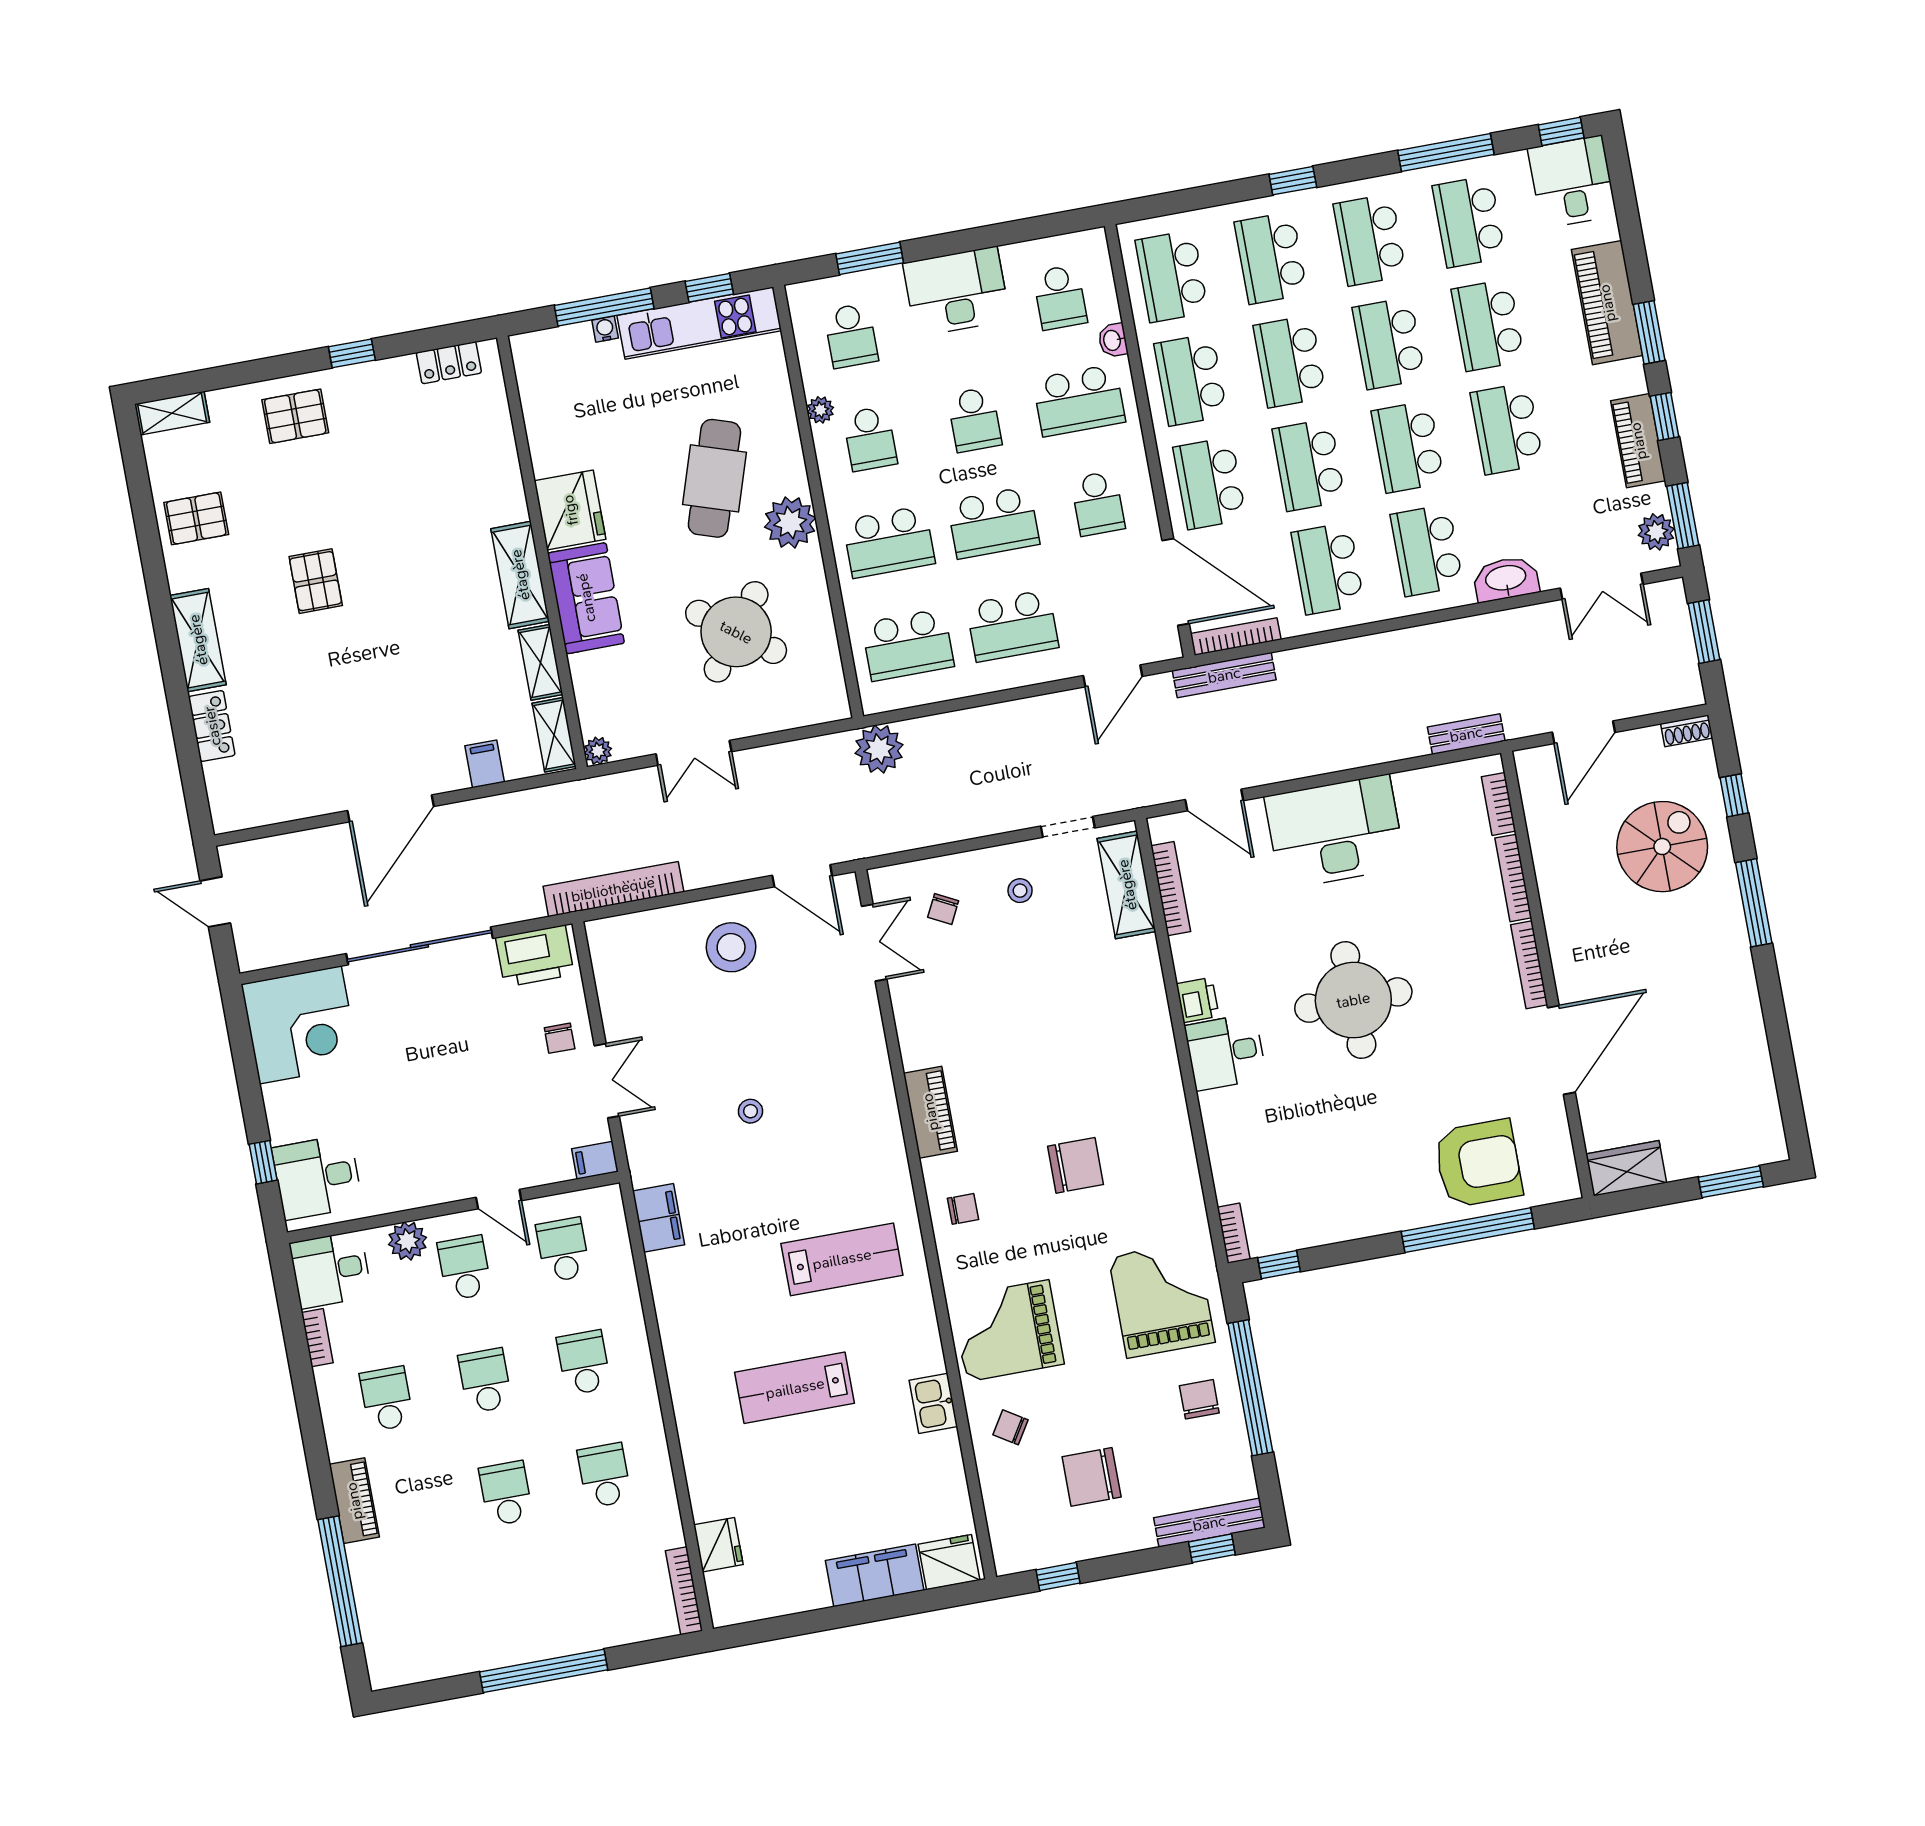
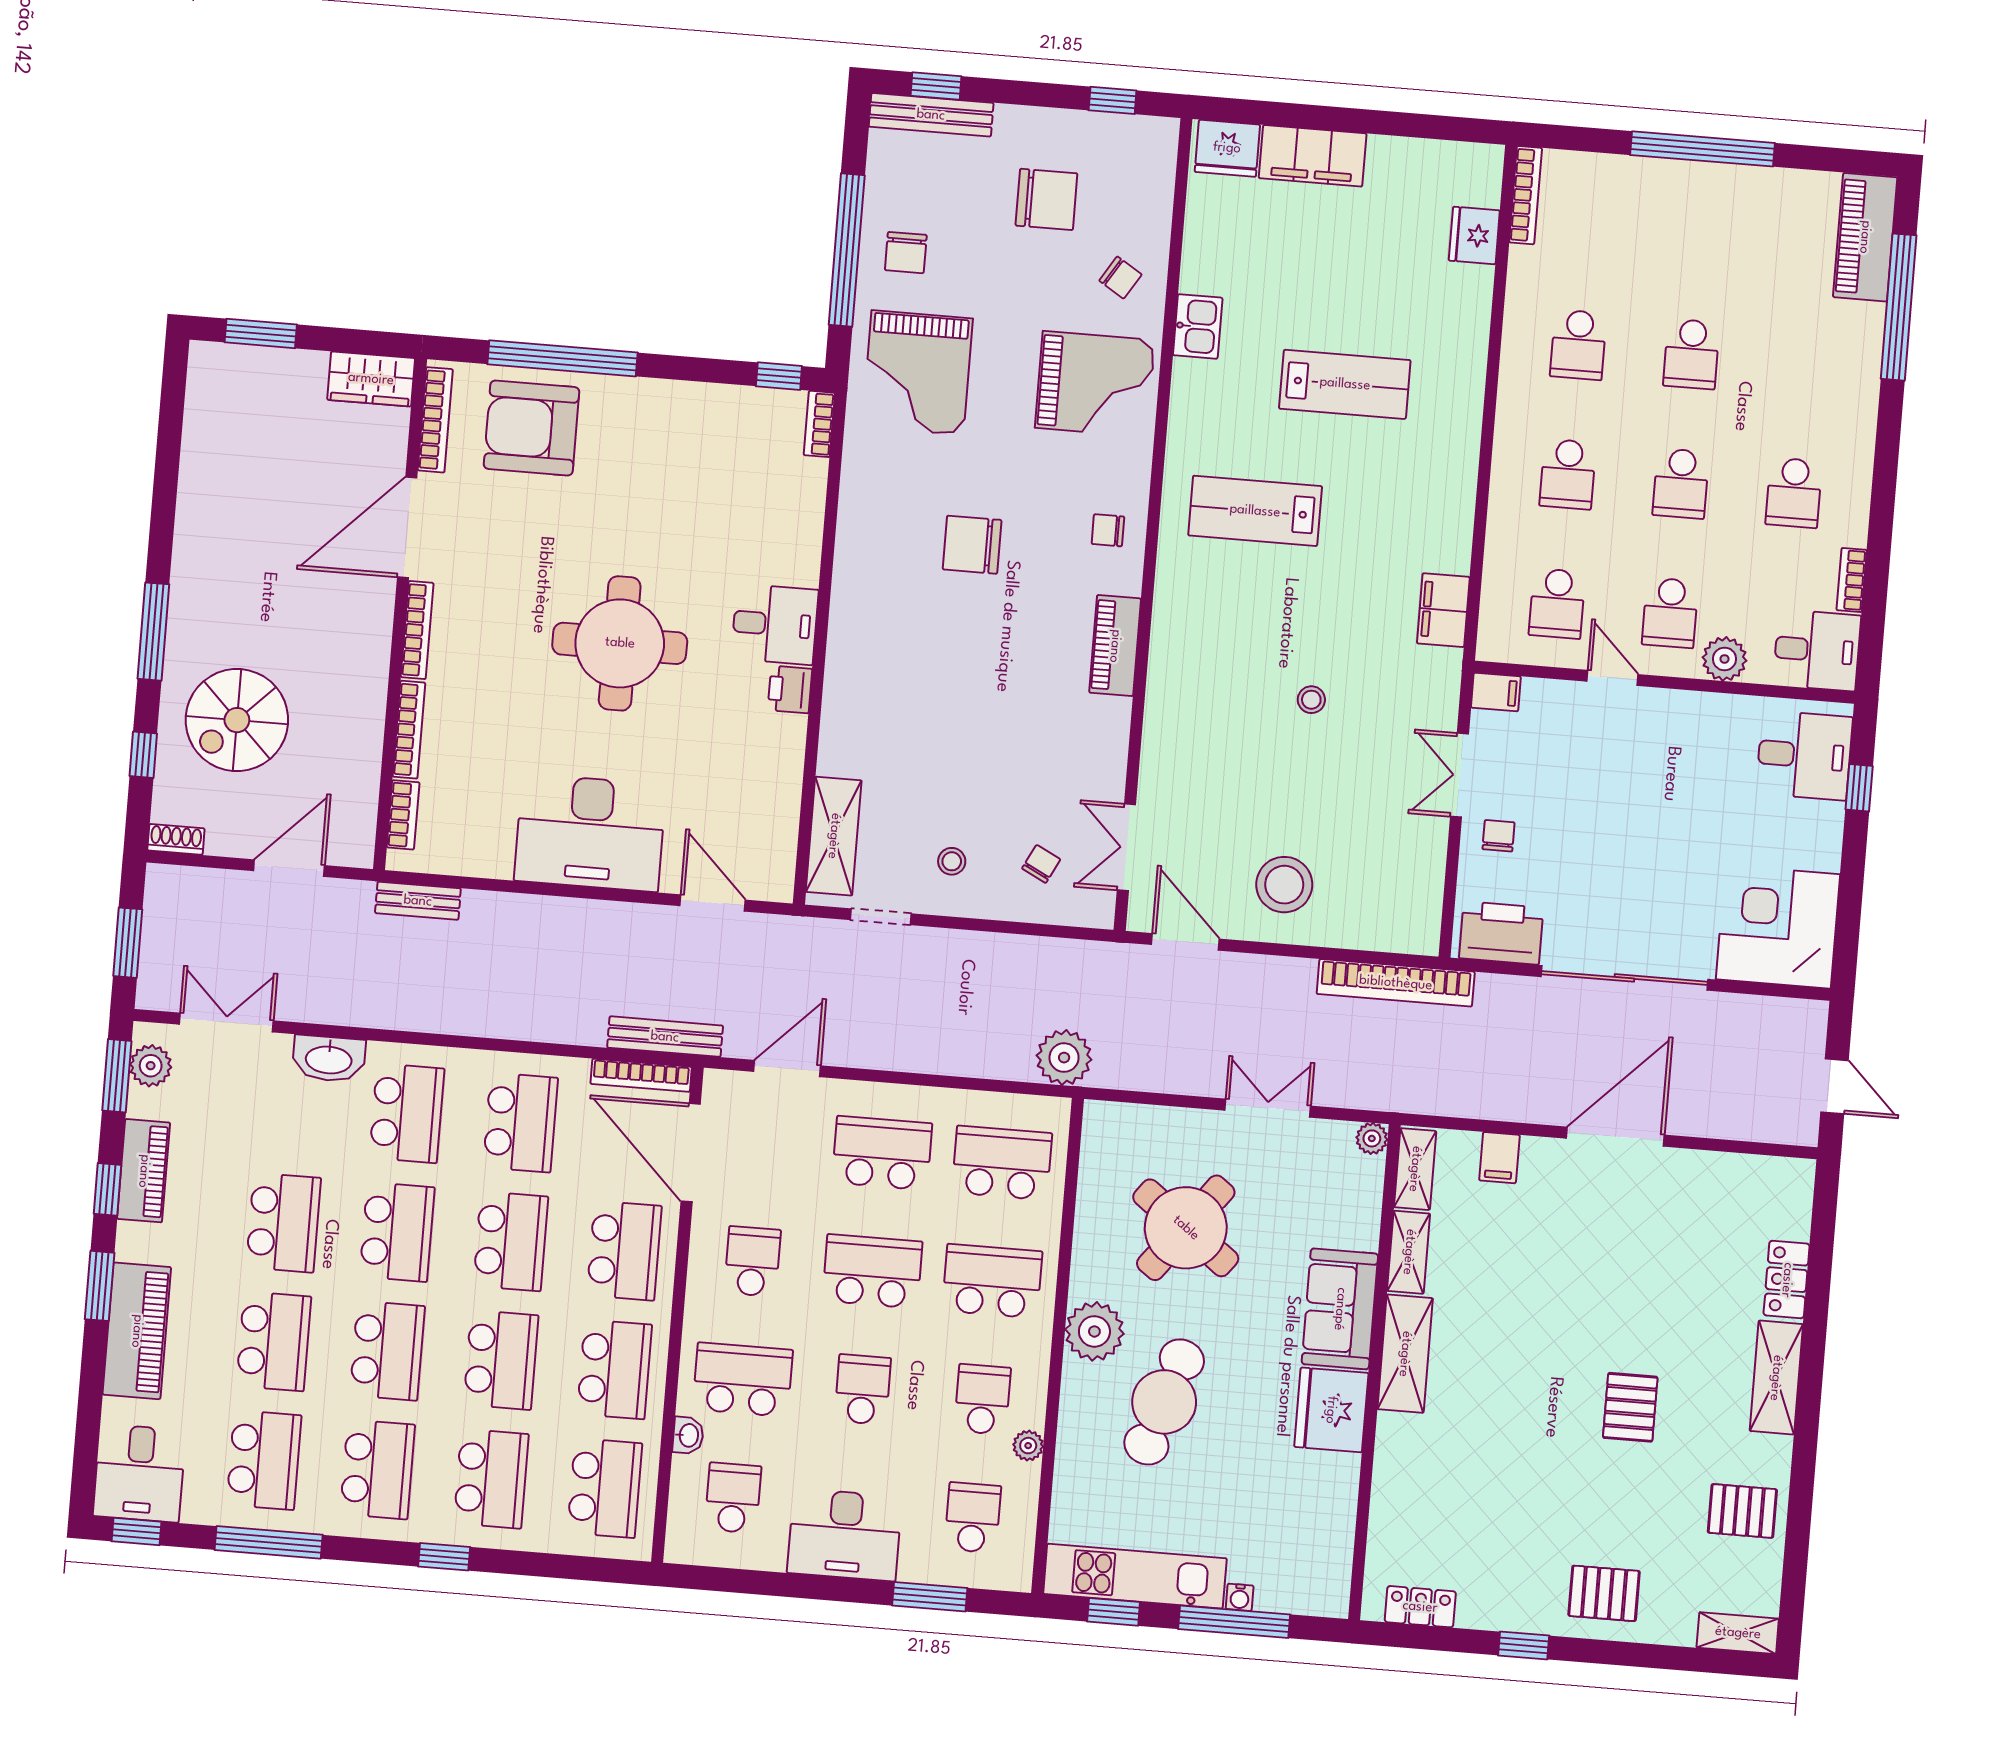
bookcase: (1171, 889) -> (435, 420), moved, turned 180
piano: (354, 1501) -> (1865, 237), moved, width x1.37, depth x1.33

